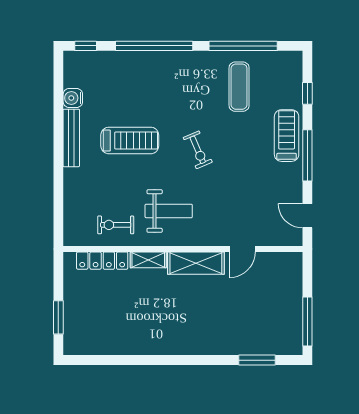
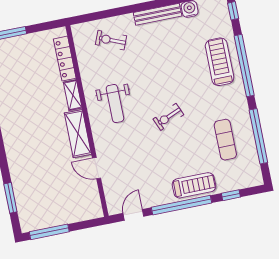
exercise mat: (239, 87) -> (225, 140), turned 90
treadmill: (130, 140) -> (220, 62), moved, turned 180
window: (307, 155) -> (182, 205), width x1.46
exercise bike: (116, 225) -> (111, 40), moved, turned -68

